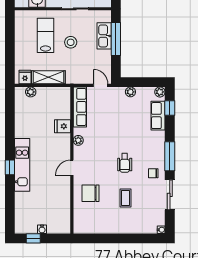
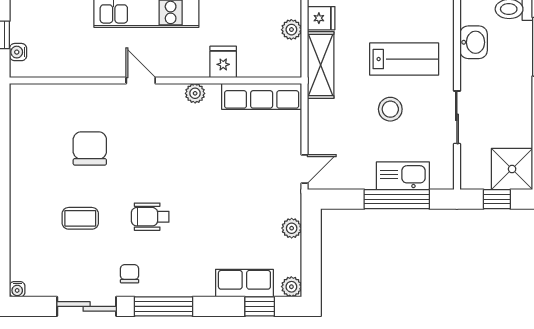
row of seats: (80, 107) -> (262, 96), moved
fridge: (62, 126) -> (223, 62), moved
plant: (78, 140) -> (195, 93), moved
wall: (72, 160) -> (156, 81), moved
door: (72, 168) -> (141, 81), moved

